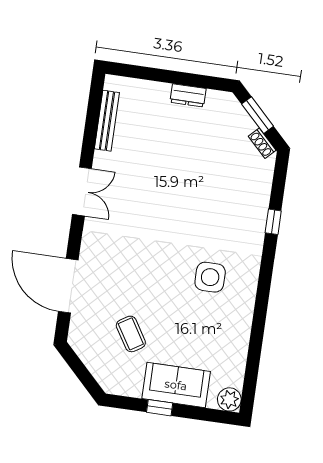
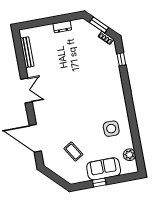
window: (273, 222) -> (121, 59), moved
side table: (210, 277) -> (111, 129), moved
plant: (229, 399) -> (129, 155), moved

